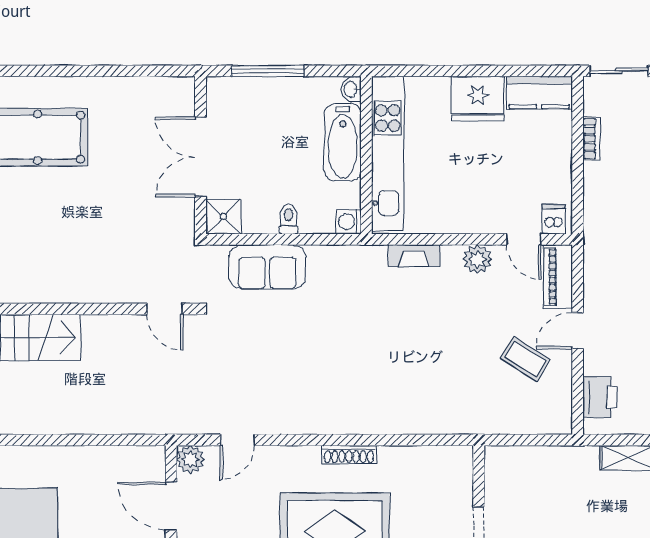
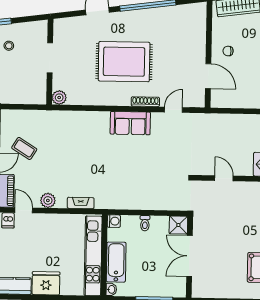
double door: (201, 157) -> (190, 256), swing flipped
sofa: (267, 267) -> (130, 123), moved, turned 180
door: (165, 309) -> (224, 178), moved
shoe rack: (349, 455) -> (145, 102), moved
plant: (190, 459) -> (59, 98), moved

